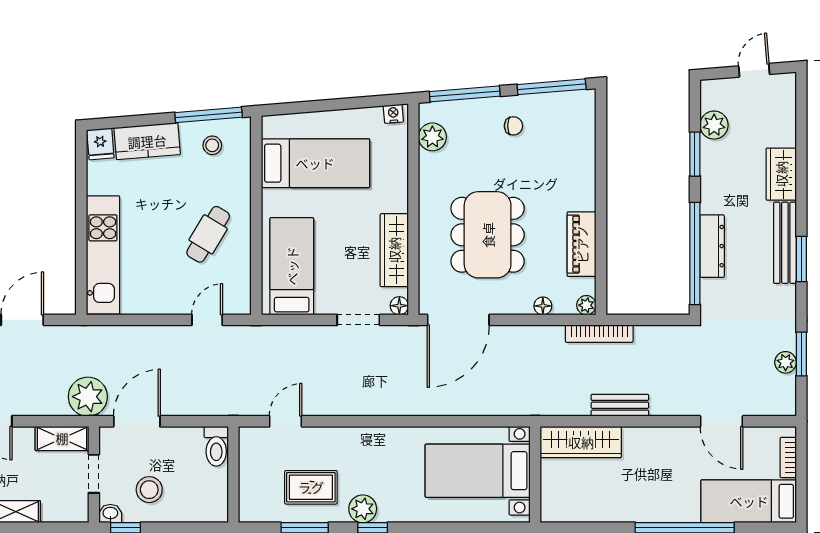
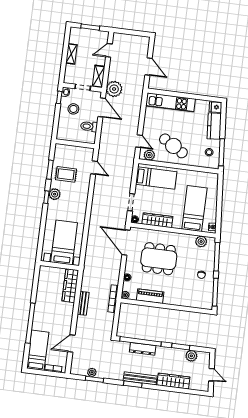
bed: (315, 163) -> (194, 209), moved, turned 180
wardrobe: (781, 174) -> (173, 381), width x1.50
cafe table: (208, 234) -> (173, 146), width x1.37, depth x1.35
plant: (238, 290) -> (149, 155), added
toilet: (216, 446) -> (89, 126), moved
rug: (311, 487) -> (66, 174), turned 90

